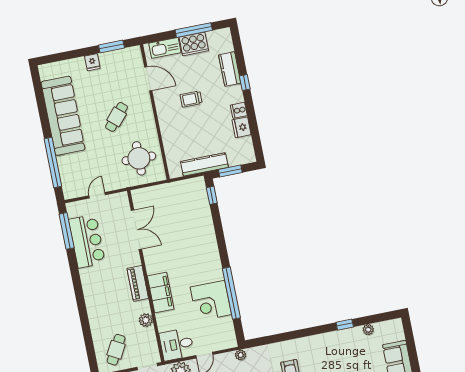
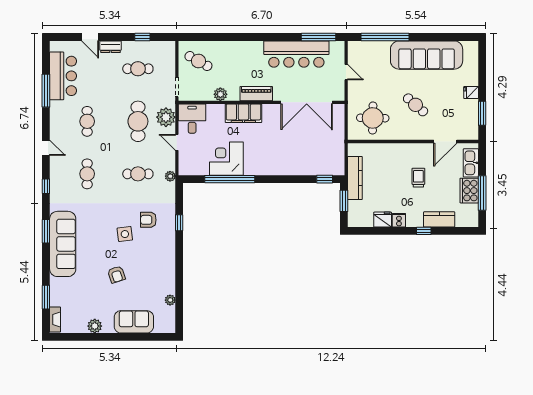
double door: (136, 230) -> (307, 102), width x1.36
bar counter: (87, 241) -> (296, 54), width x1.36
window: (345, 325) -> (179, 223), moved

